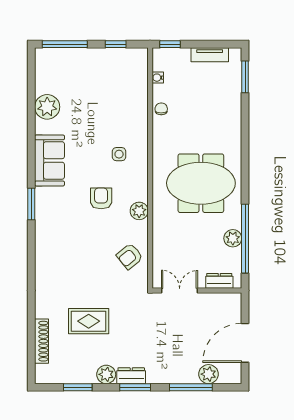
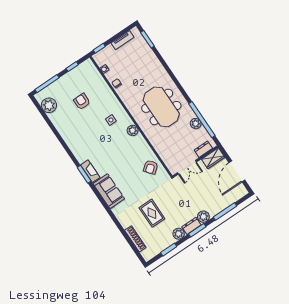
plant: (47, 107) -> (49, 105), moved
sofa: (50, 160) -> (109, 191), moved
meeting table: (201, 183) -> (161, 107), turned 90
armchair: (101, 198) -> (82, 101), moved
fireplace: (42, 205) -> (90, 171), added
plant: (139, 211) -> (133, 130), moved
double door: (180, 291) -> (187, 167), swing flipped
wardrobe: (224, 302) -> (213, 158), added
rug: (89, 321) -> (152, 213), turned 90
plant: (208, 374) -> (203, 217), moved

